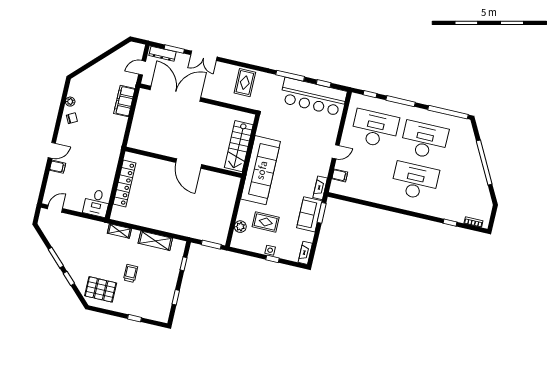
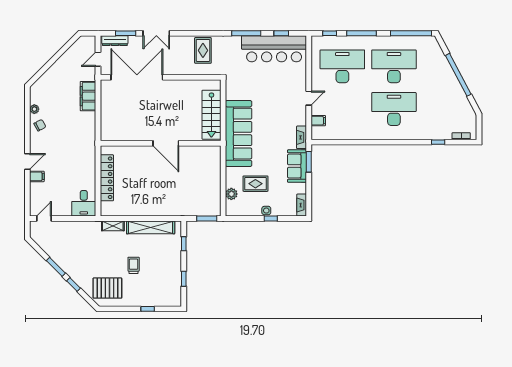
shelving: (155, 241) -> (151, 227), width x1.47

